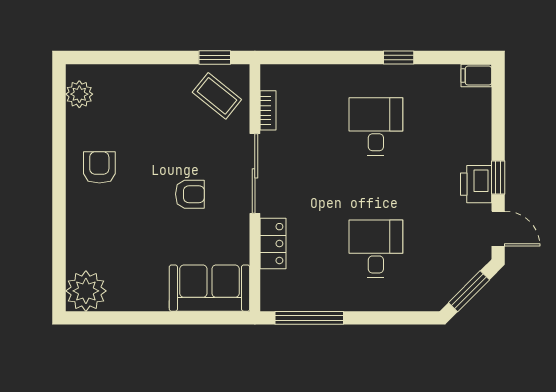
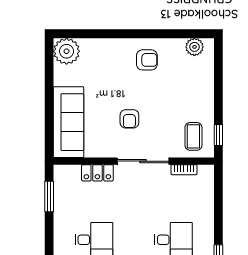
coffee table: (217, 96) -> (193, 136), turned -39
sofa: (209, 288) -> (68, 122), width x1.36
window: (309, 318) -> (49, 196), width x0.69

